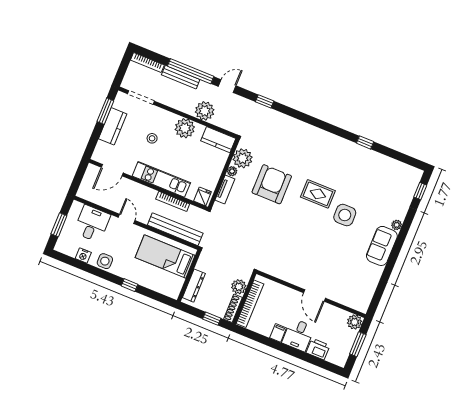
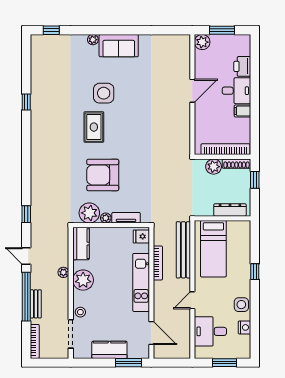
bench: (181, 77) -> (36, 304), width x0.73
window: (105, 111) -> (129, 363), moved
plant: (205, 111) -> (63, 272), width x0.53, depth x0.53
stool: (152, 138) -> (80, 312), moved

